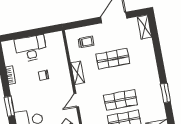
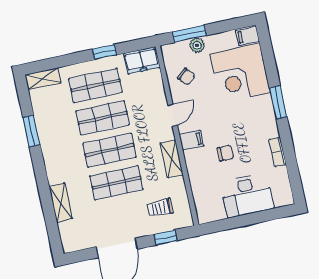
window: (83, 23) -> (166, 237), added
shelving: (145, 27) -> (61, 202), moved
shop shelf: (117, 79) -> (110, 150), added
filing cabinet: (65, 84) -> (191, 140), added

